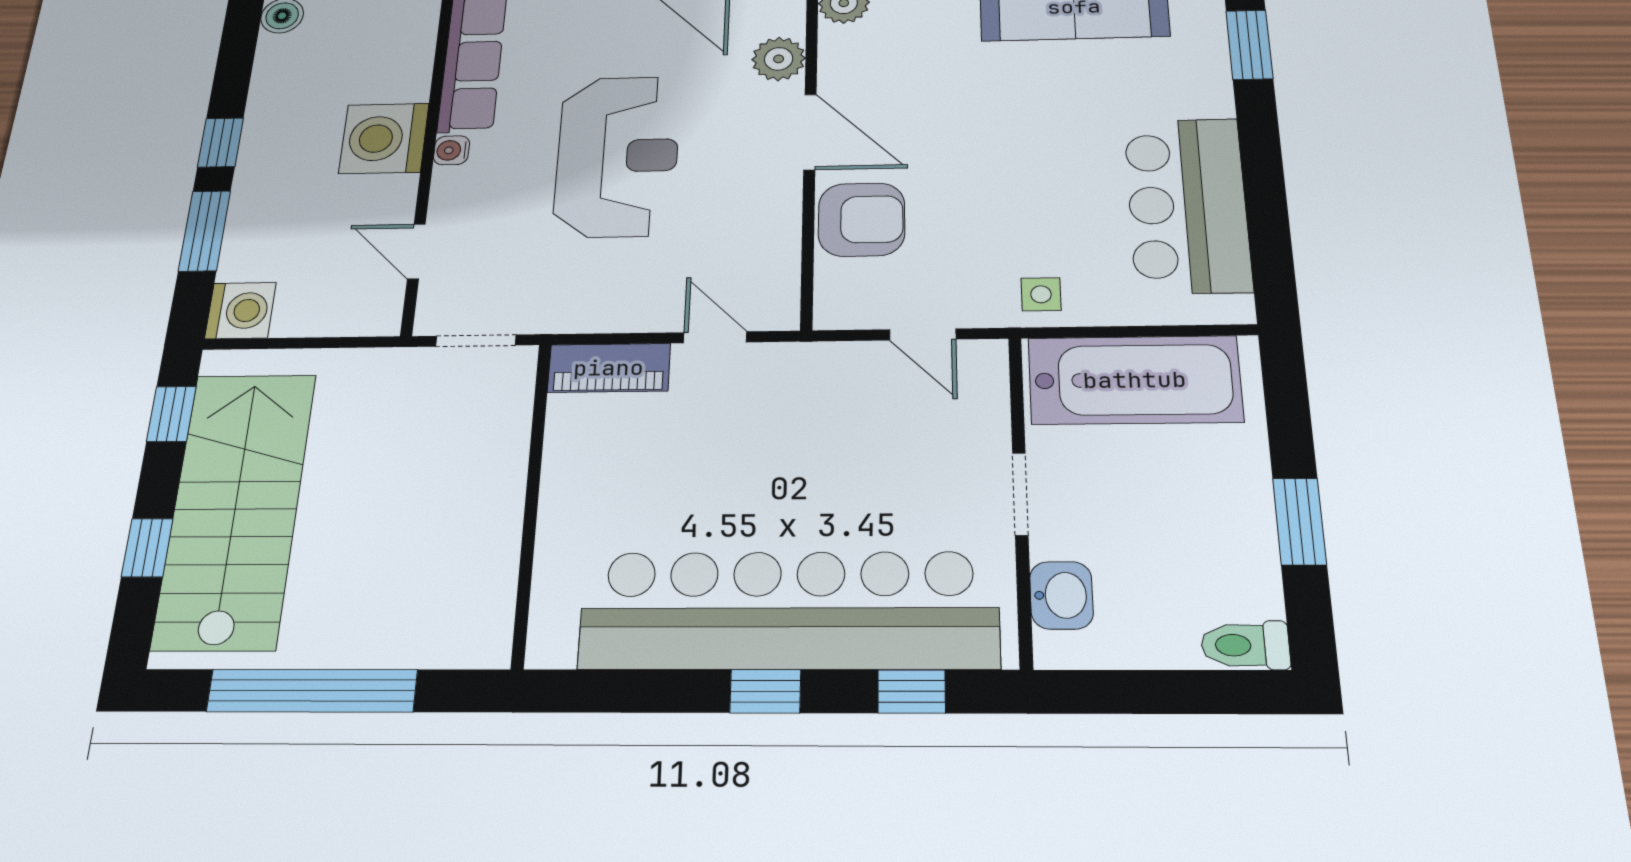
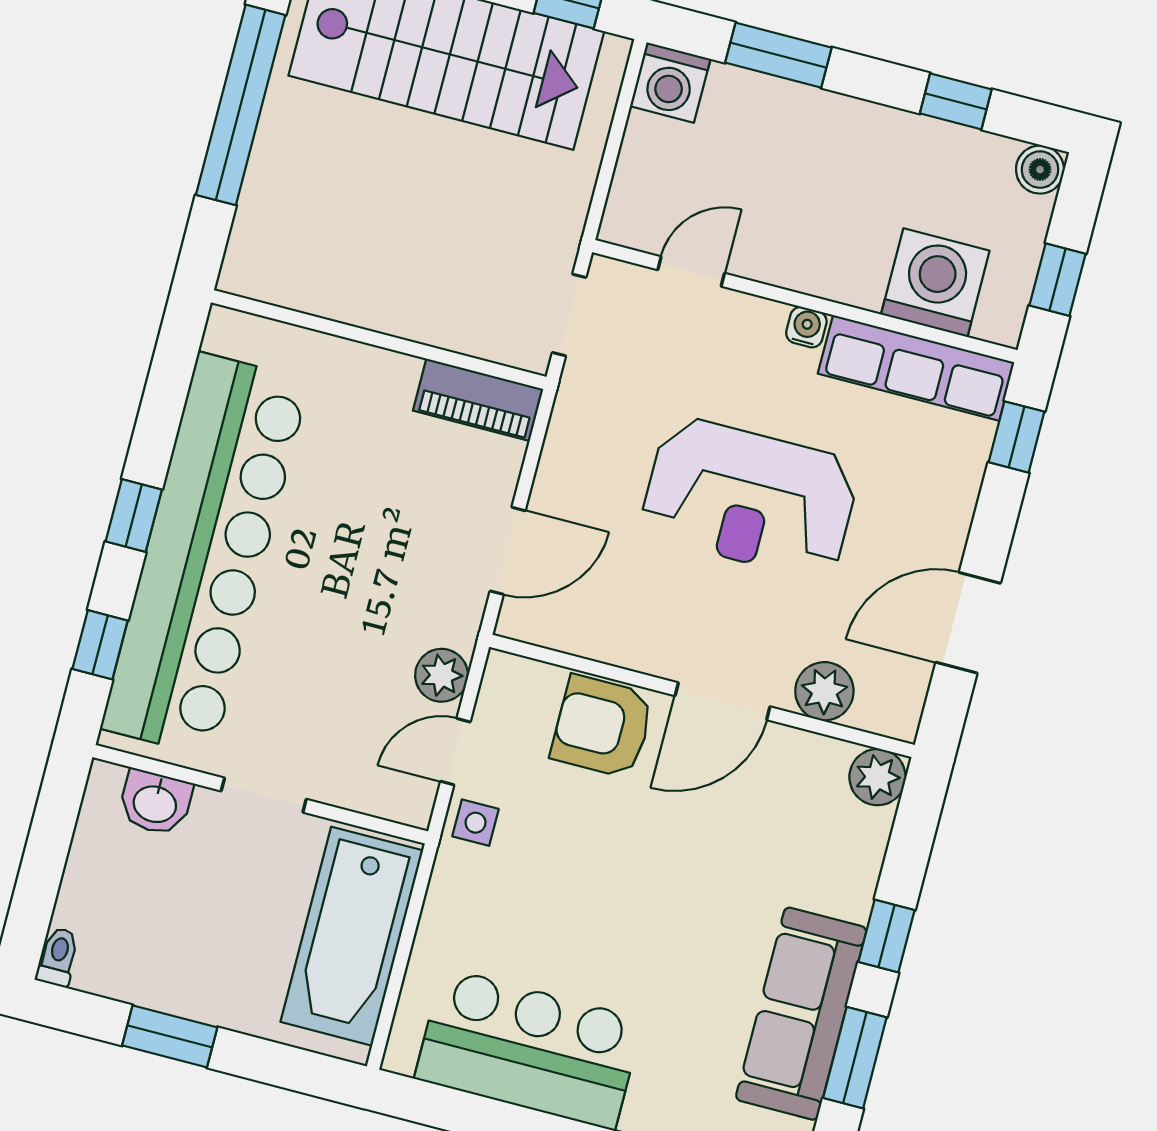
washing machine: (384, 138) -> (935, 283), moved
window: (221, 142) -> (956, 101), moved
armchair: (862, 219) -> (602, 727), turned 90
side table: (1041, 294) -> (476, 823), moved
door: (715, 337) -> (508, 551), width x1.38
plant: (852, 364) -> (442, 675), added
piano: (609, 368) -> (478, 400), moved, turned -90
toilet: (1245, 645) -> (58, 957), width x0.73, depth x0.72

